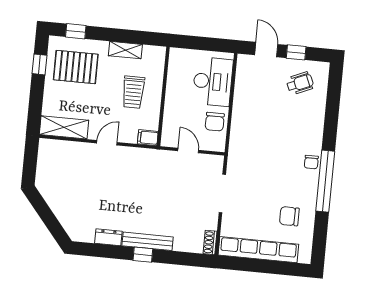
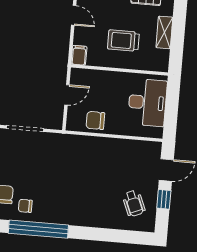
desk: (213, 82) -> (147, 103), moved, turned -90
chair: (311, 162) -> (25, 206), moved

